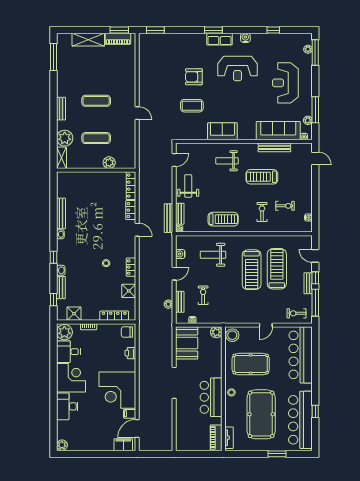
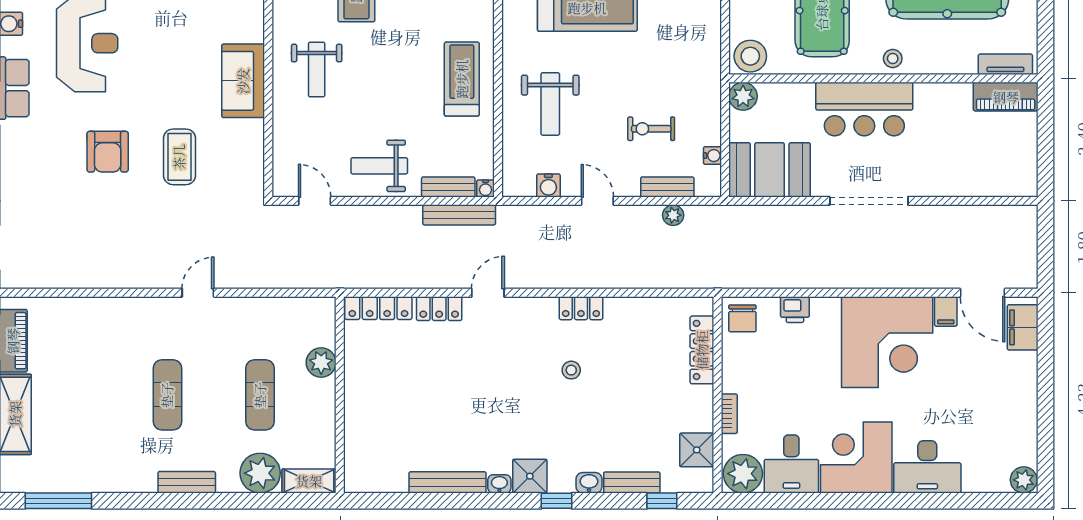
shower: (129, 291) -> (530, 476), moved
bar counter: (211, 397) -> (864, 109), moved

